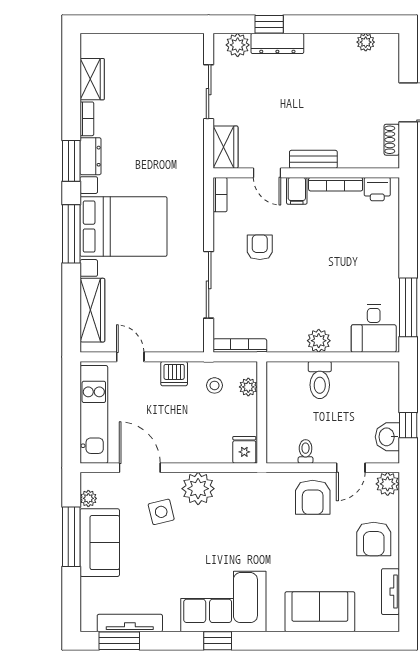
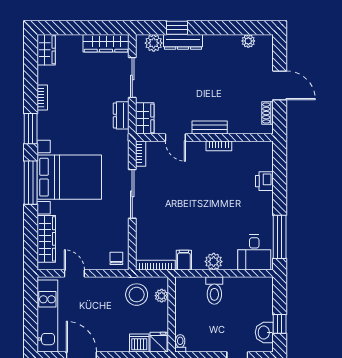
wardrobe: (173, 45) -> (106, 43), added
wardrobe: (92, 79) -> (46, 50), moved
dresser: (90, 156) -> (121, 115), moved, turned 180
bookcase: (336, 184) -> (219, 146), width x0.64
printer: (377, 189) -> (264, 181), moved, turned 90
filing cabinet: (297, 191) -> (184, 260), moved, turned 180
armchair: (260, 247) -> (170, 192), removed
sliding door: (209, 285) -> (132, 194), moved
chair: (187, 336) -> (116, 258), added
dishwasher: (174, 374) -> (139, 343), moved, turned 180
stool: (215, 385) -> (137, 295), width x1.89, depth x1.89
toilet: (306, 451) -> (180, 343), moved

